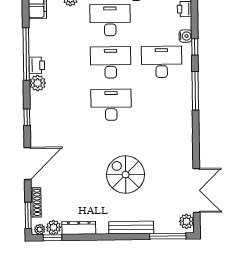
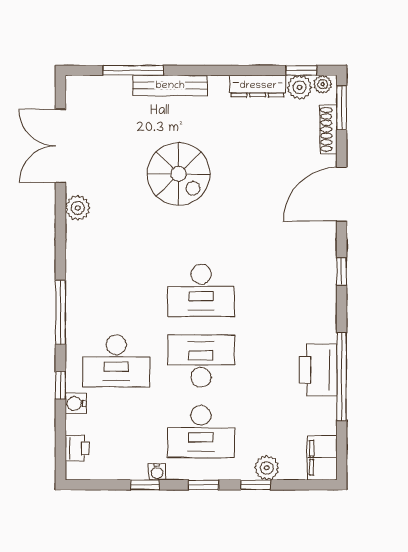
desk: (111, 62) -> (201, 361), turned 180
printer: (37, 65) -> (318, 370), width x1.87, depth x1.48
plant: (38, 83) -> (323, 328), removed
plant: (187, 221) -> (78, 208), moved
window: (168, 236) -> (133, 70), moved

